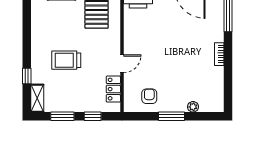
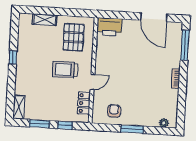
trolley: (66, 60) -> (65, 70), moved
window: (27, 76) -> (13, 57), moved
plant: (193, 107) -> (164, 123), moved

